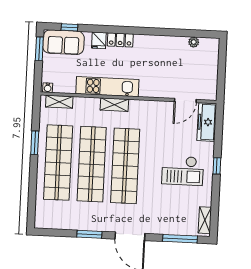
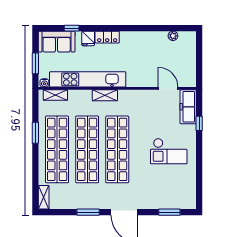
window: (69, 27) -> (72, 28), moved
window: (39, 49) -> (35, 63), moved
kitchen unit: (107, 87) -> (88, 79), width x1.36
door: (185, 101) -> (168, 88), swing flipped
window: (217, 166) -> (199, 123), moved
shelving: (205, 220) -> (44, 197), moved
window: (180, 239) -> (169, 212), width x0.69

